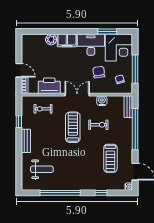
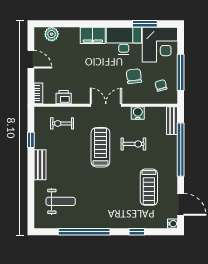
plant: (51, 39) -> (52, 34), moved
door: (19, 70) -> (31, 59), moved
printer: (49, 86) -> (64, 97), width x0.53, depth x0.68

